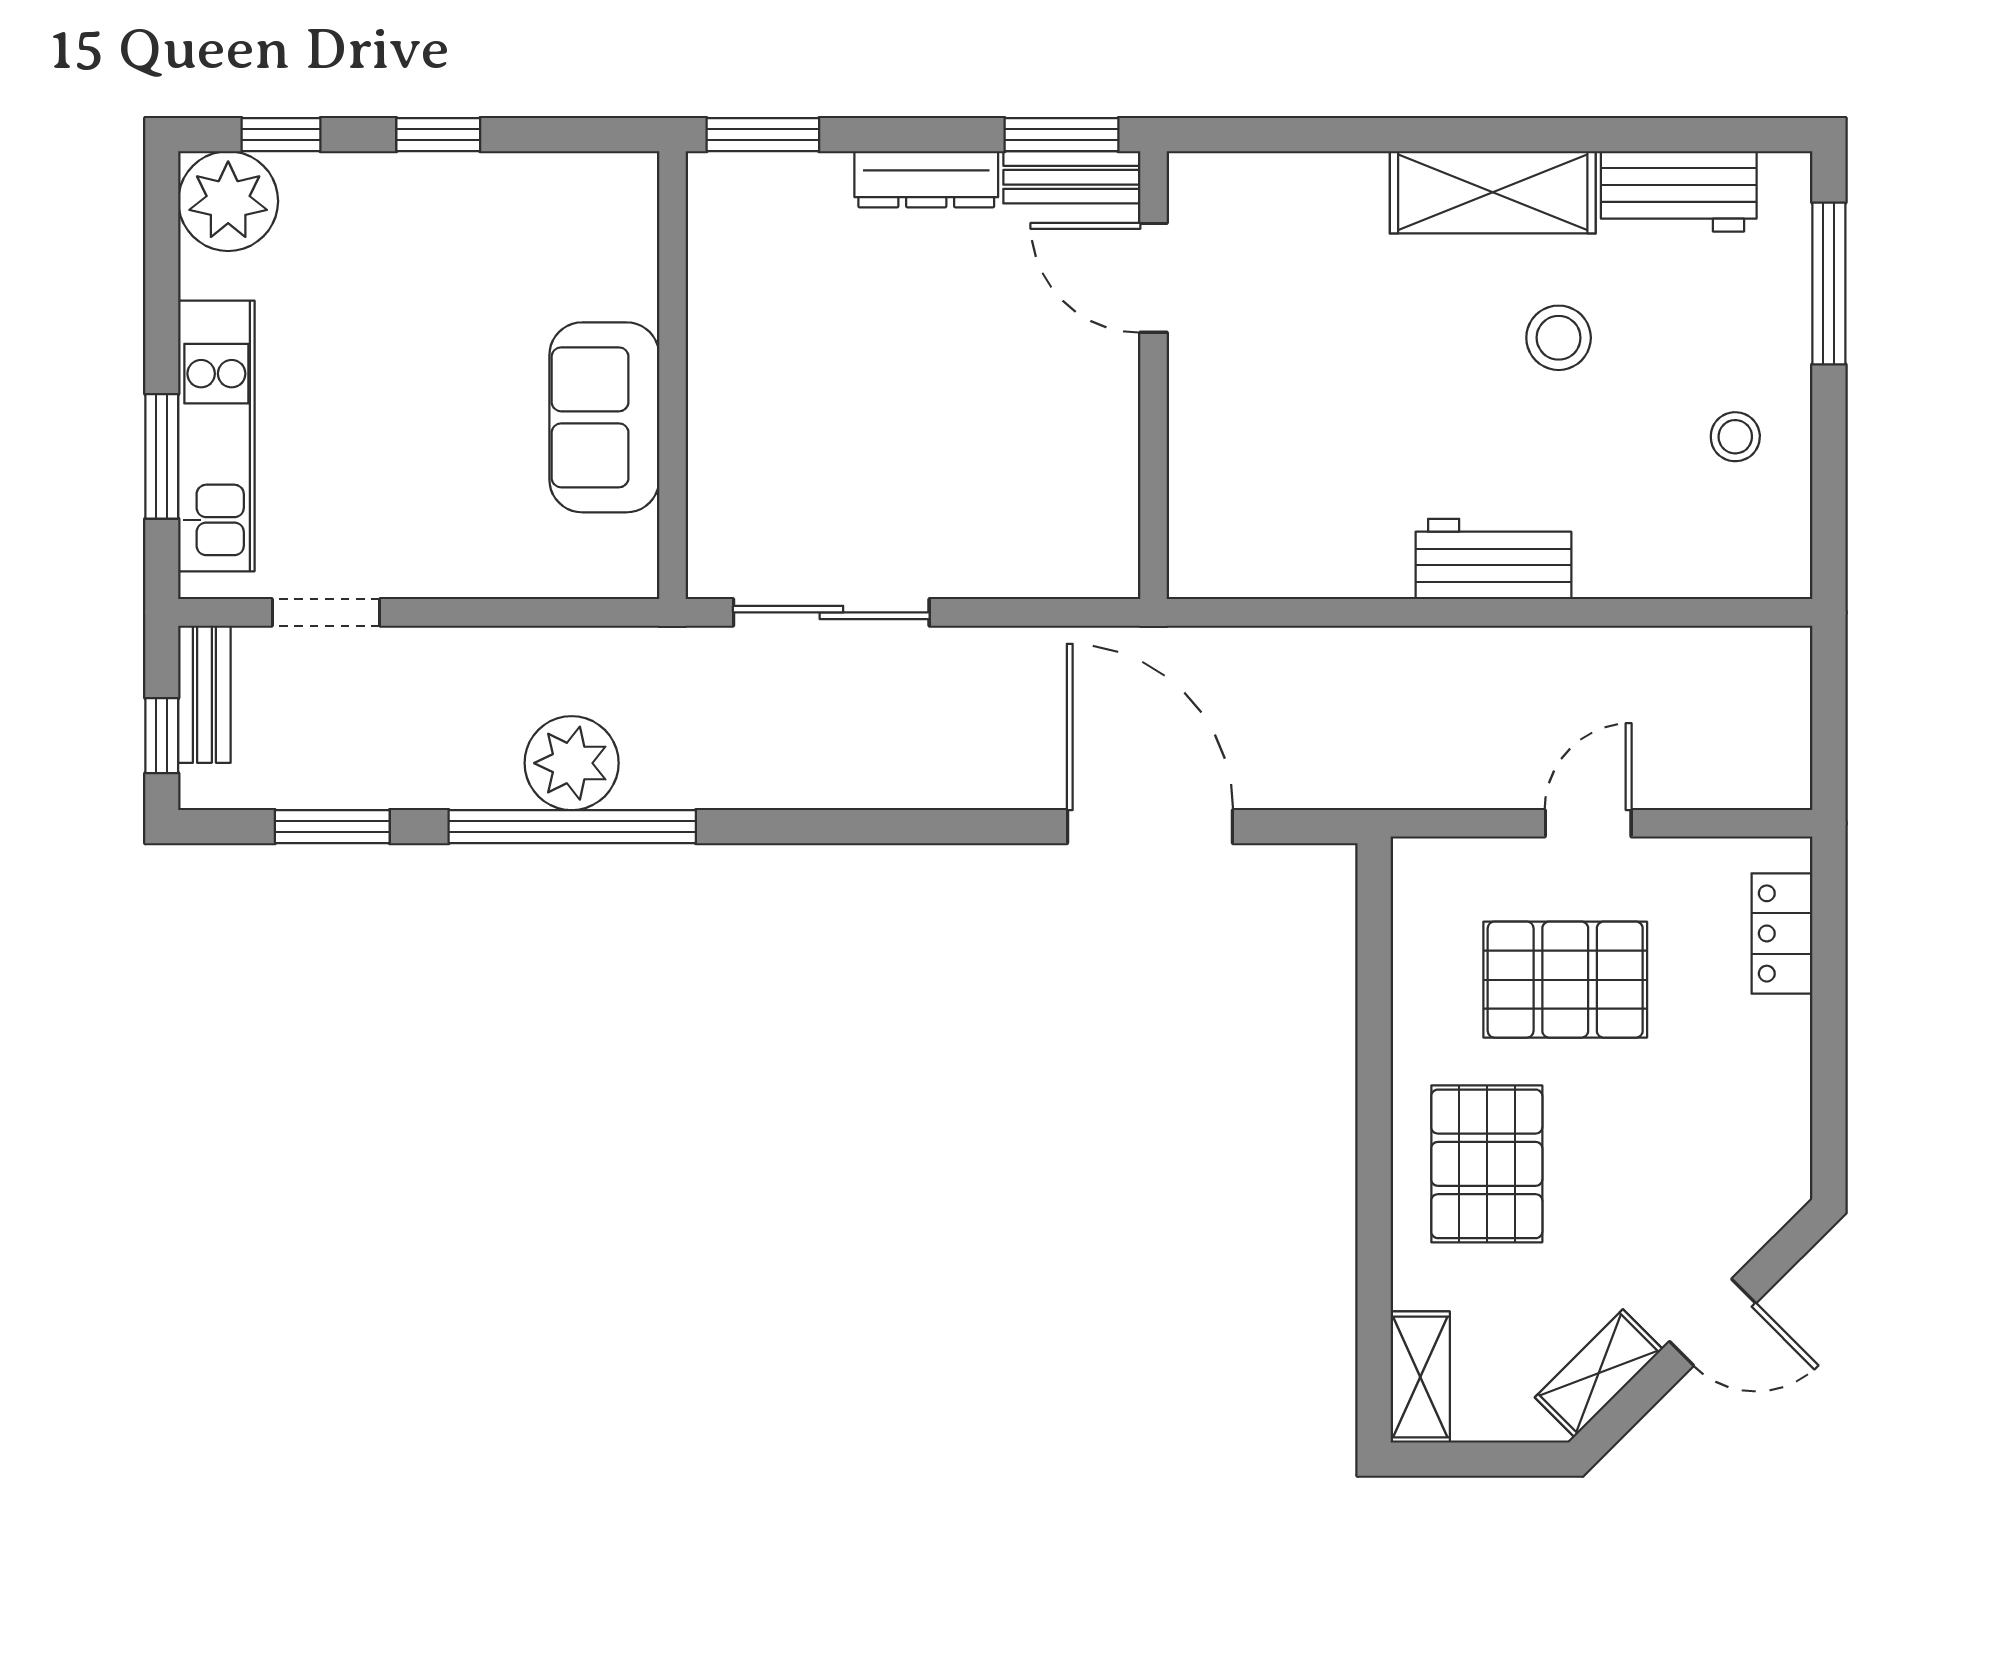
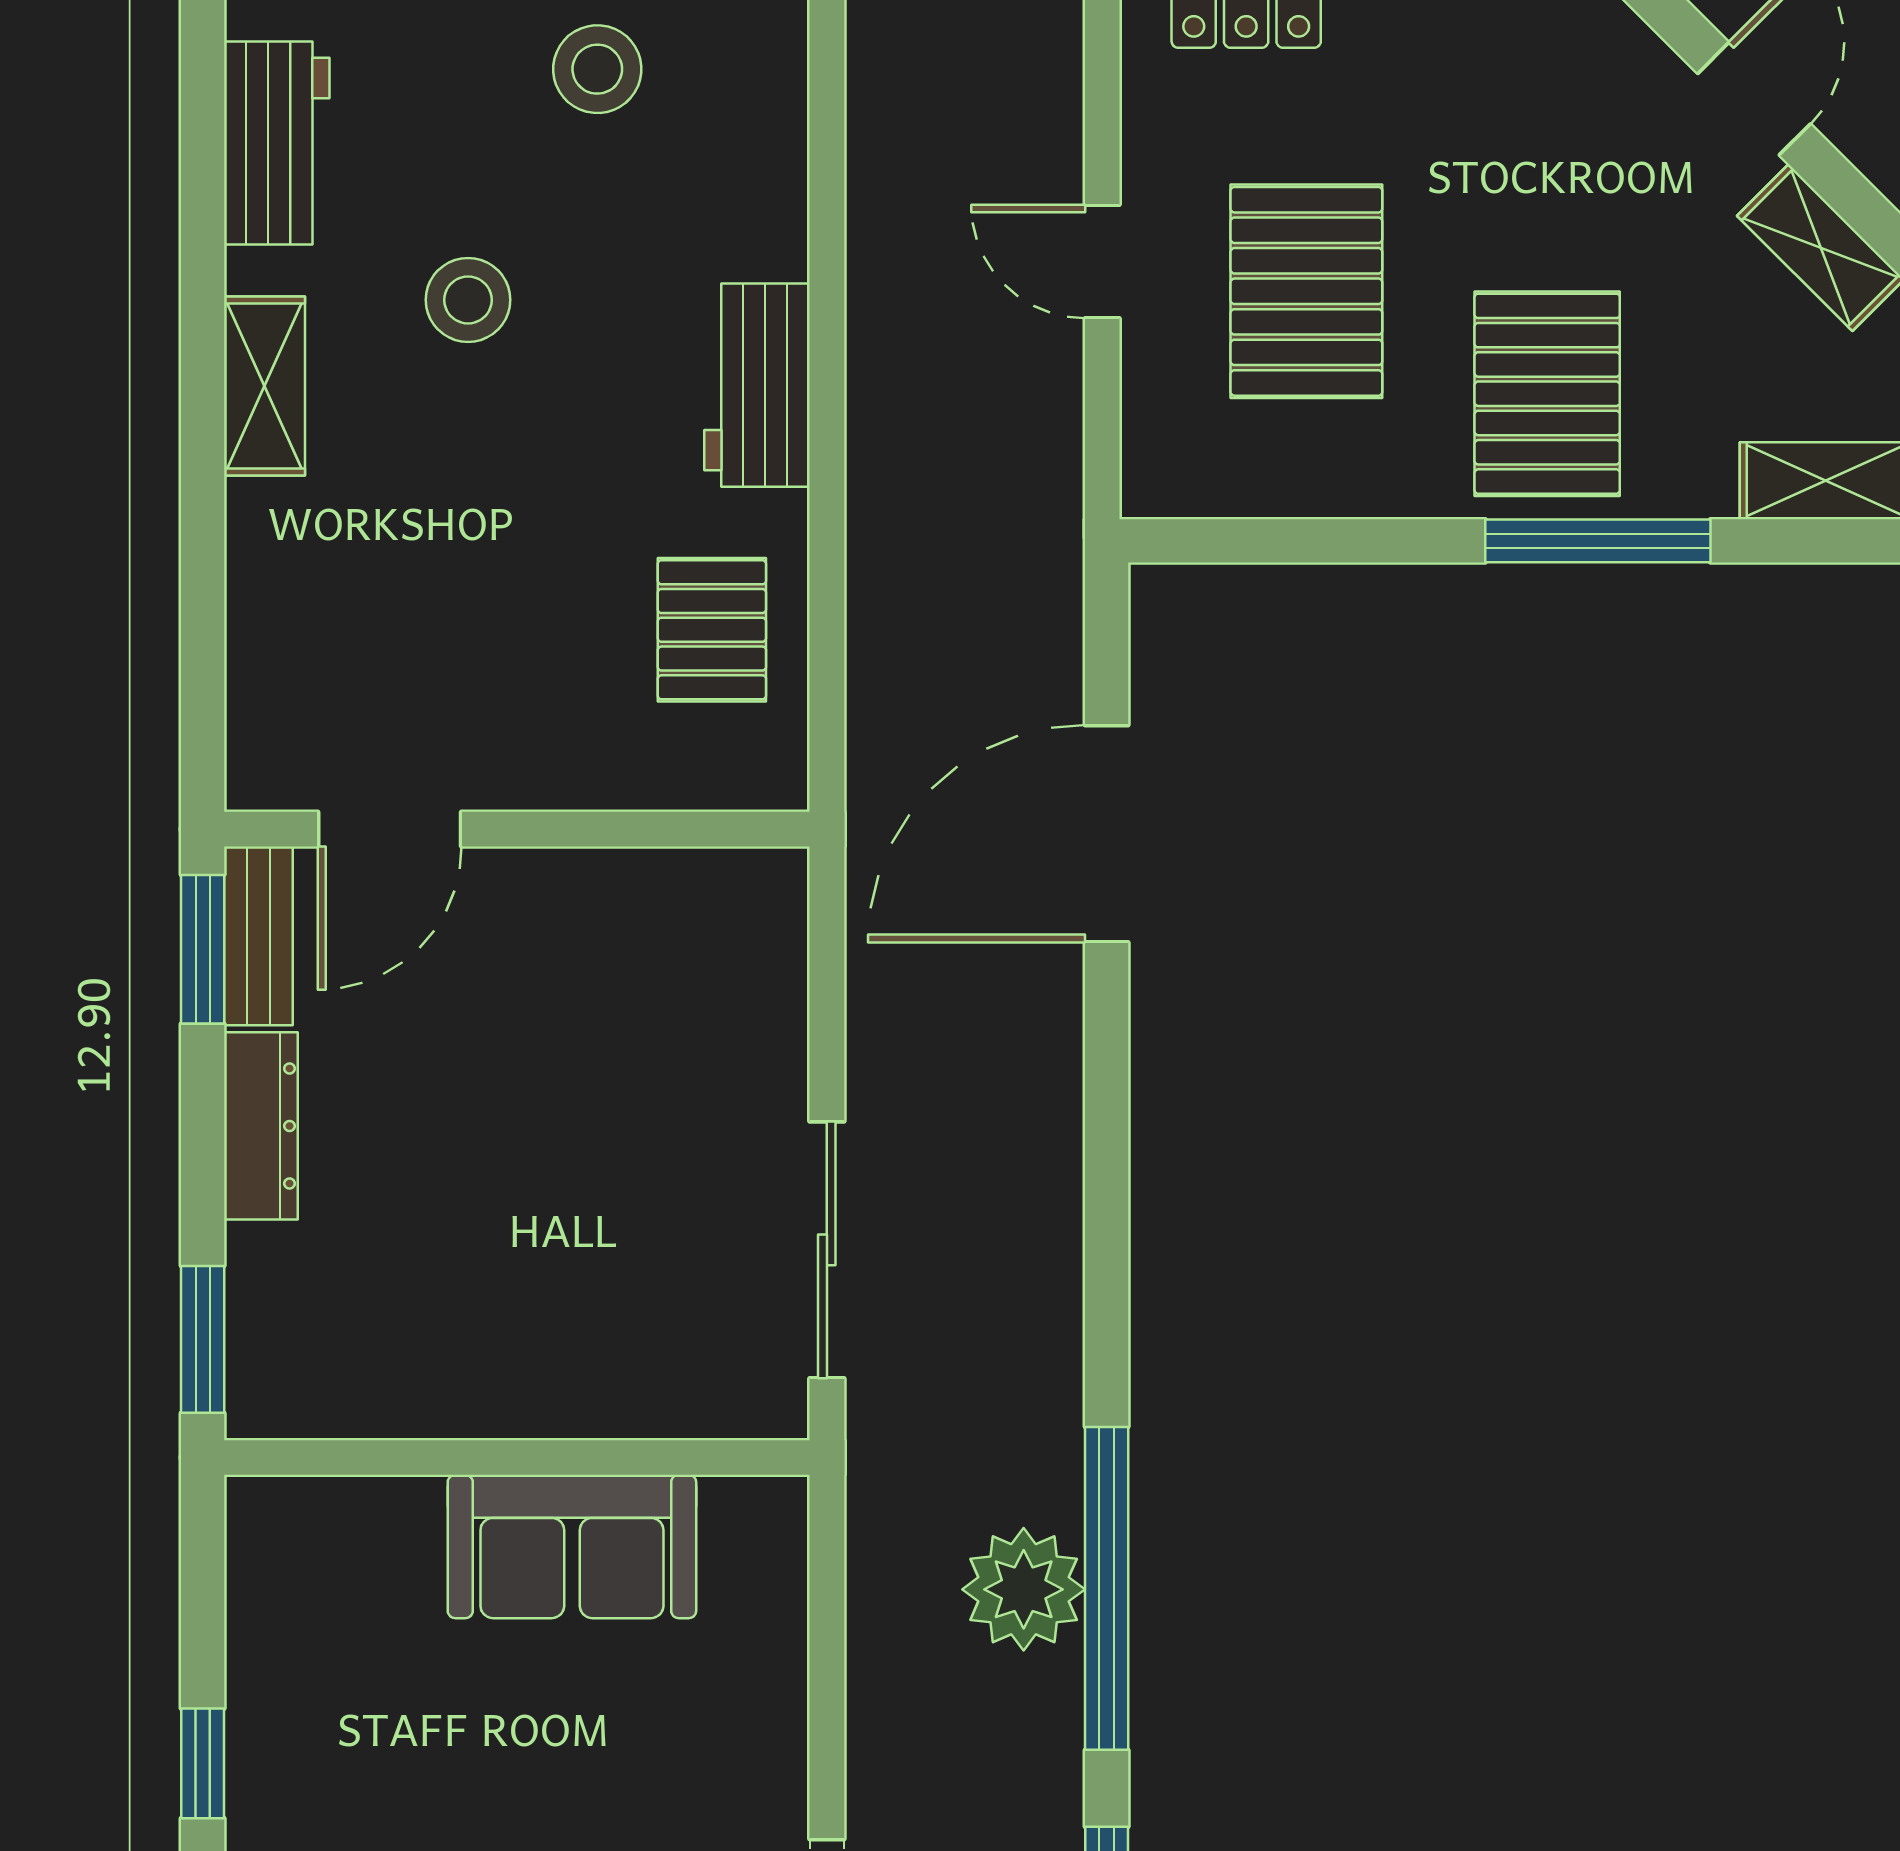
shelving: (1493, 192) -> (265, 386), width x0.67, depth x0.75
stool: (1735, 437) -> (597, 69), width x1.37, depth x1.37
pallet: (1306, 524) -> (712, 630), added
pallet: (1487, 1164) -> (1547, 394), turned 90
window: (1374, 1203) -> (1598, 541), added

